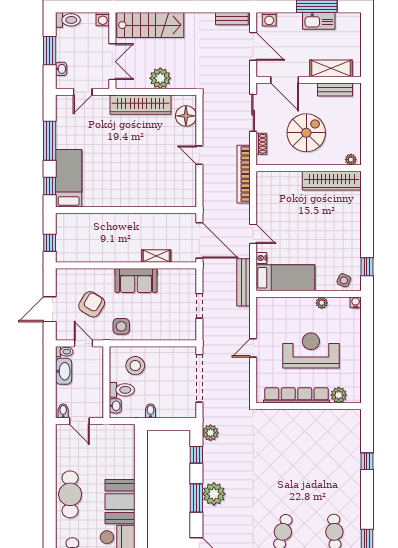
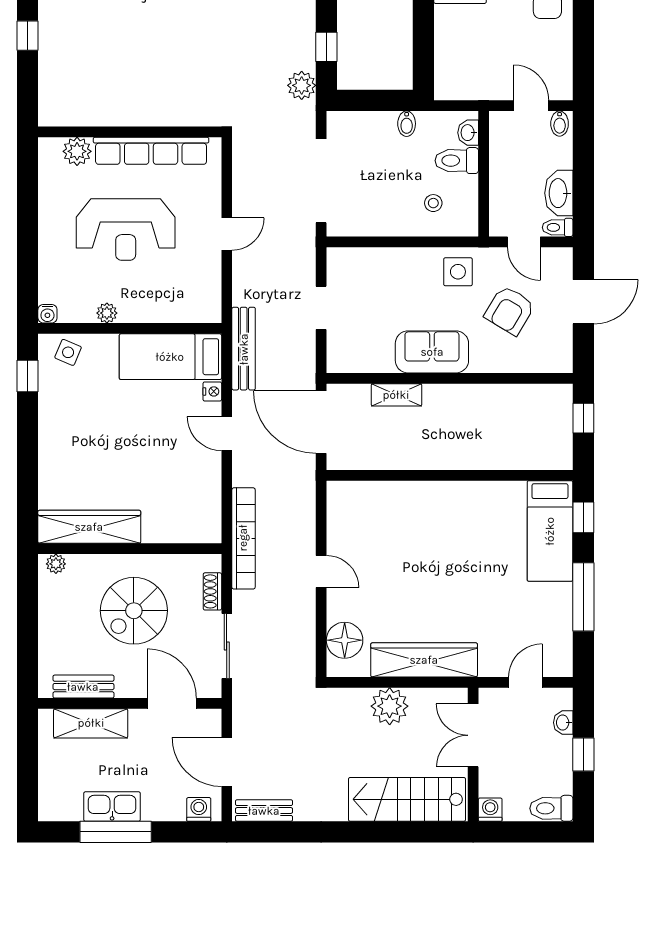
window: (50, 51) -> (583, 754), width x0.67
stool: (135, 366) -> (433, 203), width x0.53, depth x0.53

